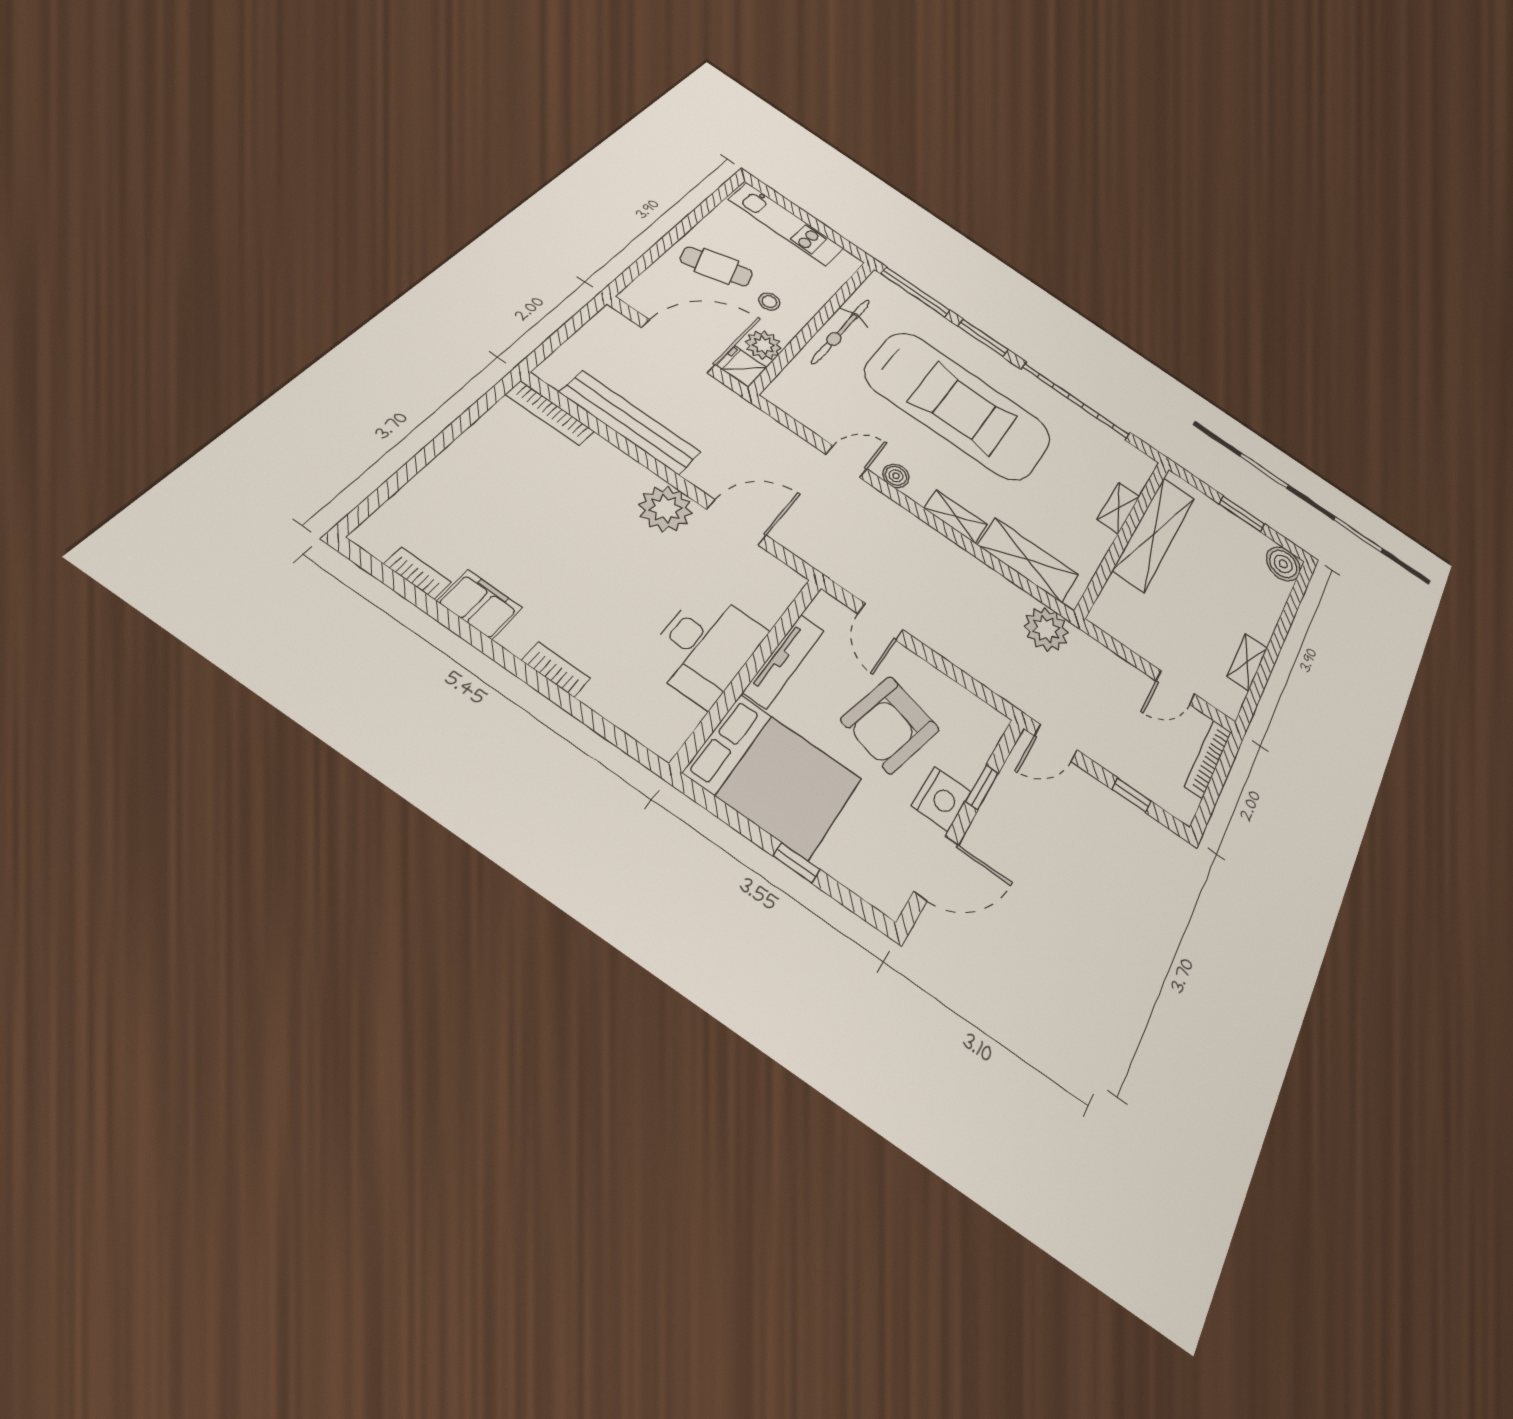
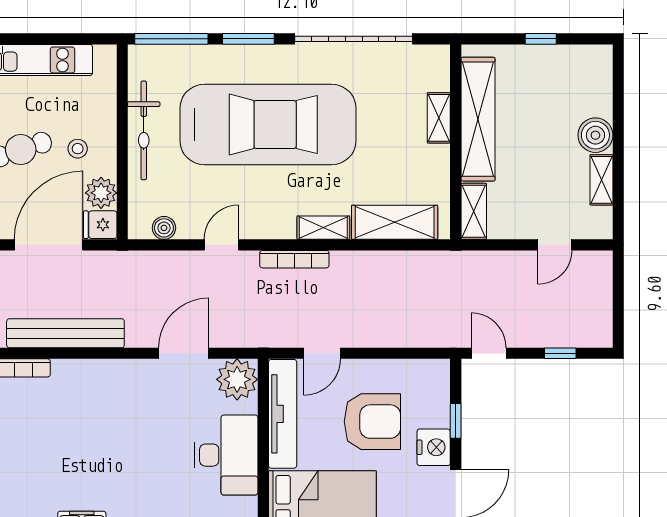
boiler: (896, 476) -> (164, 228), moved
plant: (666, 509) -> (237, 379), moved
window: (1242, 514) -> (541, 39), width x0.67
boiler: (1283, 564) -> (595, 135), moved
shelving: (1110, 604) -> (474, 211), added
door: (880, 622) -> (322, 353), hinge flipped
plant: (1046, 629) -> (438, 270), removed
tv unit: (784, 661) -> (283, 414), width x1.36, depth x1.29
armchair: (890, 725) -> (372, 422), turned -104
door: (1056, 743) -> (489, 353), swing flipped
bookcase: (1208, 759) -> (294, 259), moved, turned -90

